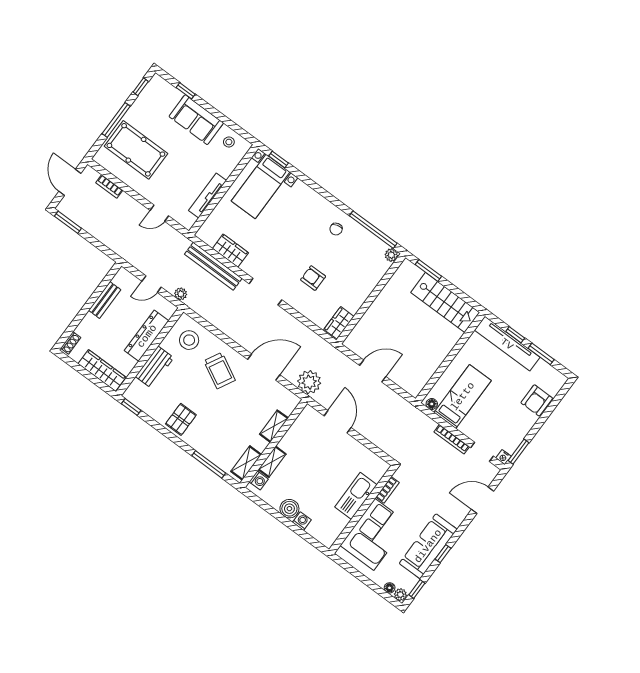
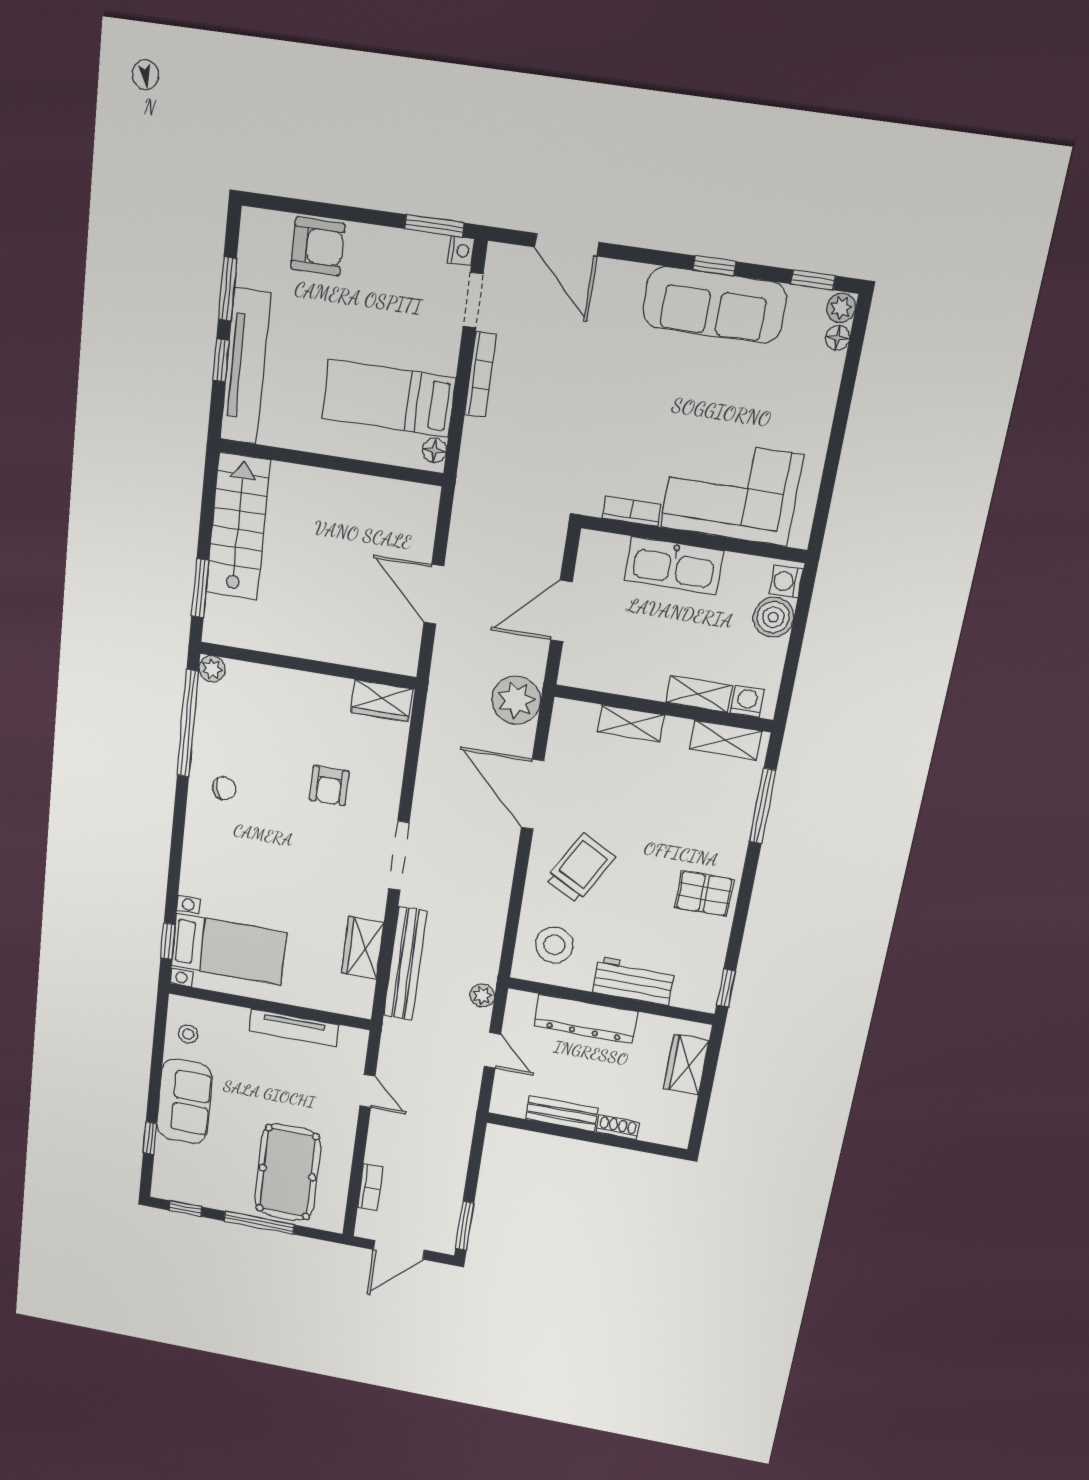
shoe rack: (71, 343) -> (618, 1127), moved
wardrobe: (102, 370) -> (686, 1065), width x0.67
bookcase: (387, 490) -> (632, 511), moved
kitchen sink: (356, 496) -> (674, 565), moved
wall: (363, 509) -> (693, 539), moved
corner sofa: (374, 534) -> (731, 491), moved

